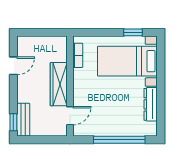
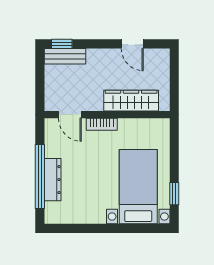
bookcase: (78, 55) -> (102, 124), moved
wardrobe: (59, 84) -> (131, 101), moved
dresser: (151, 104) -> (53, 180), moved, turned 90

